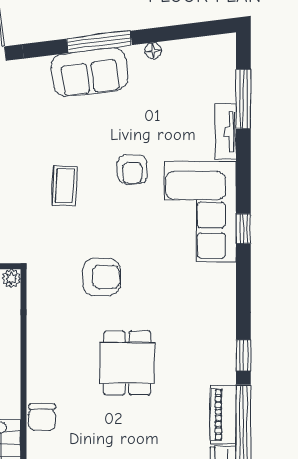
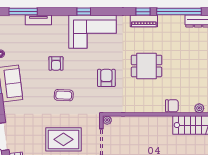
armchair: (132, 169) -> (56, 63), turned 90
corner sofa: (200, 212) -> (92, 32), moved
piano: (223, 415) -> (144, 21), moved

